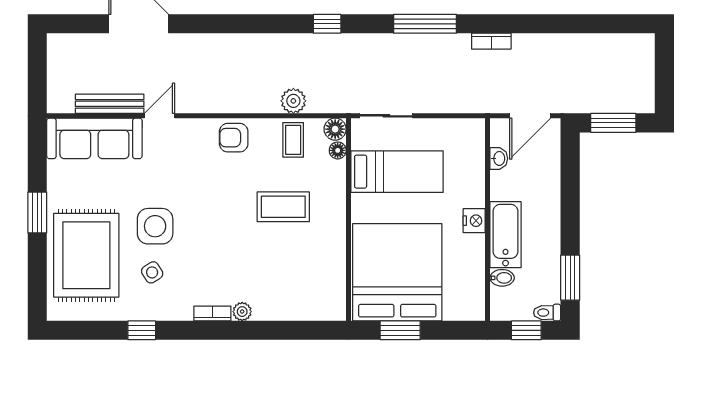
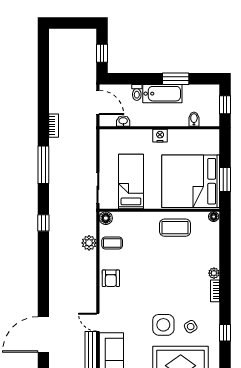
window: (613, 123) -> (102, 53), width x0.67
floor lamp: (338, 150) -> (214, 217), moved
coffee table: (283, 207) -> (175, 228), moved, turned 90
bathtub: (506, 235) -> (162, 94), moved, turned 180
window: (570, 278) -> (176, 79), moved
toilet: (547, 313) -> (137, 92), moved

